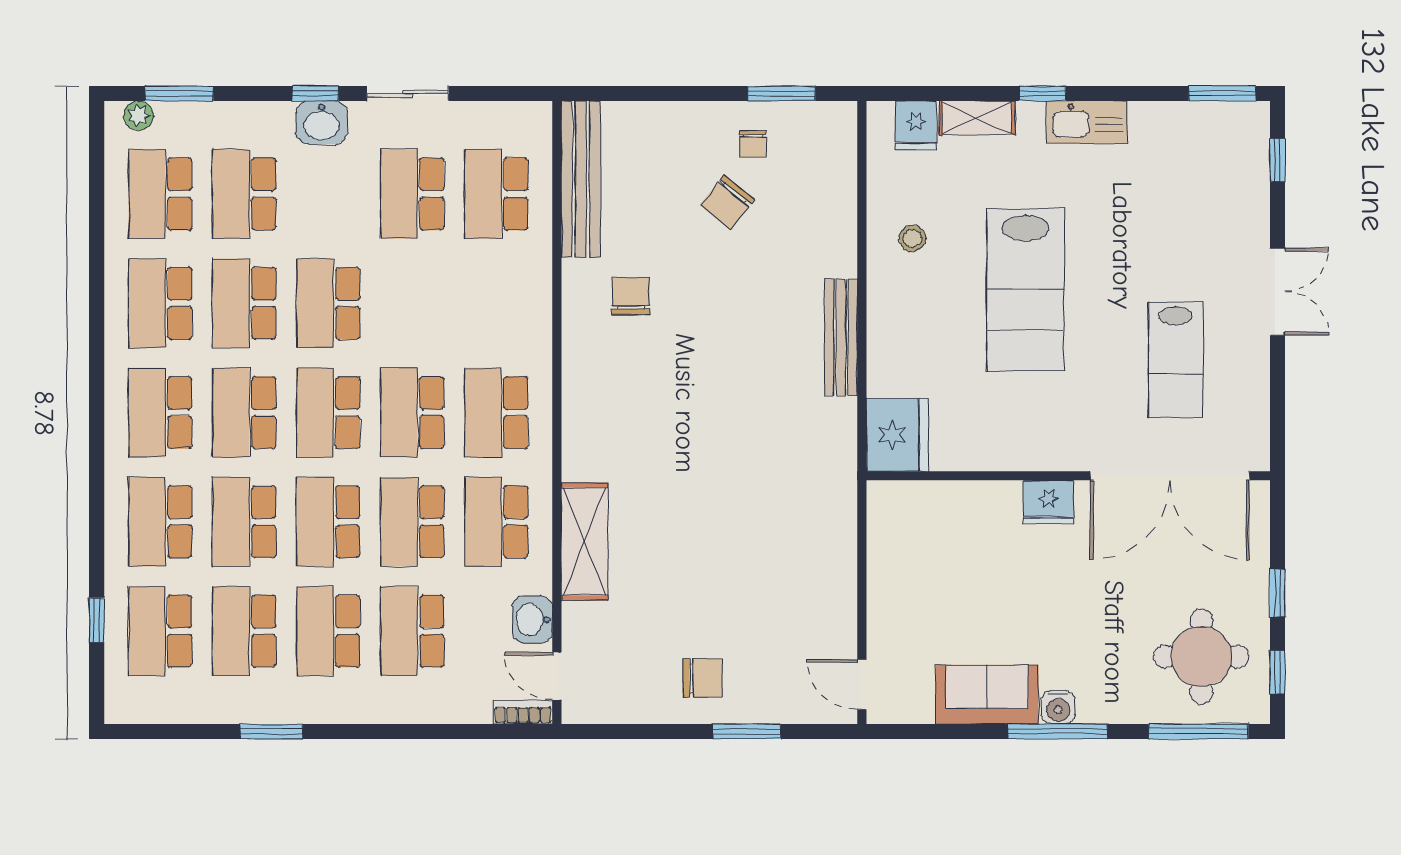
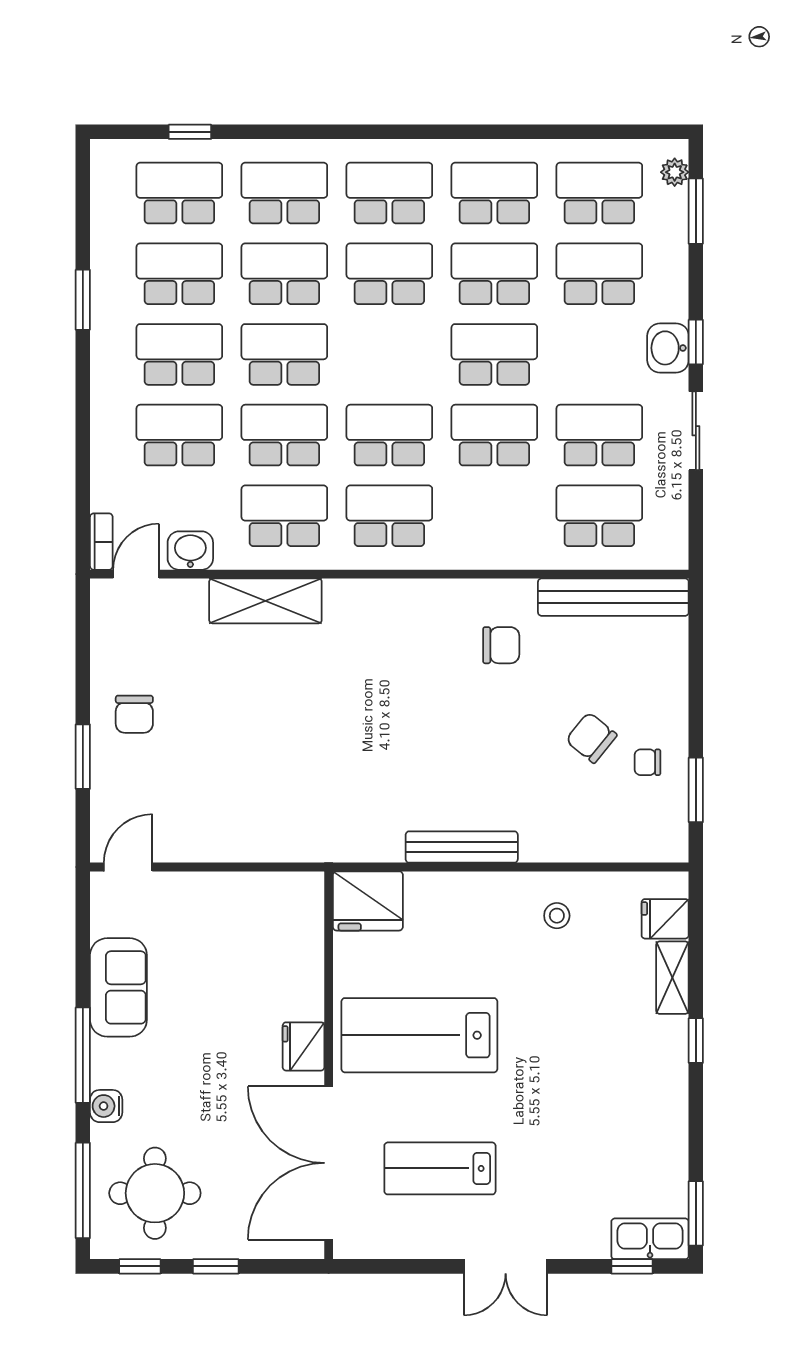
kitchen sink: (1087, 122) -> (650, 1239), moved, turned 90
lab bench: (1025, 290) -> (419, 1035), moved
school desk: (328, 413) -> (494, 435), moved
water cooler: (1058, 707) -> (106, 1106), moved

